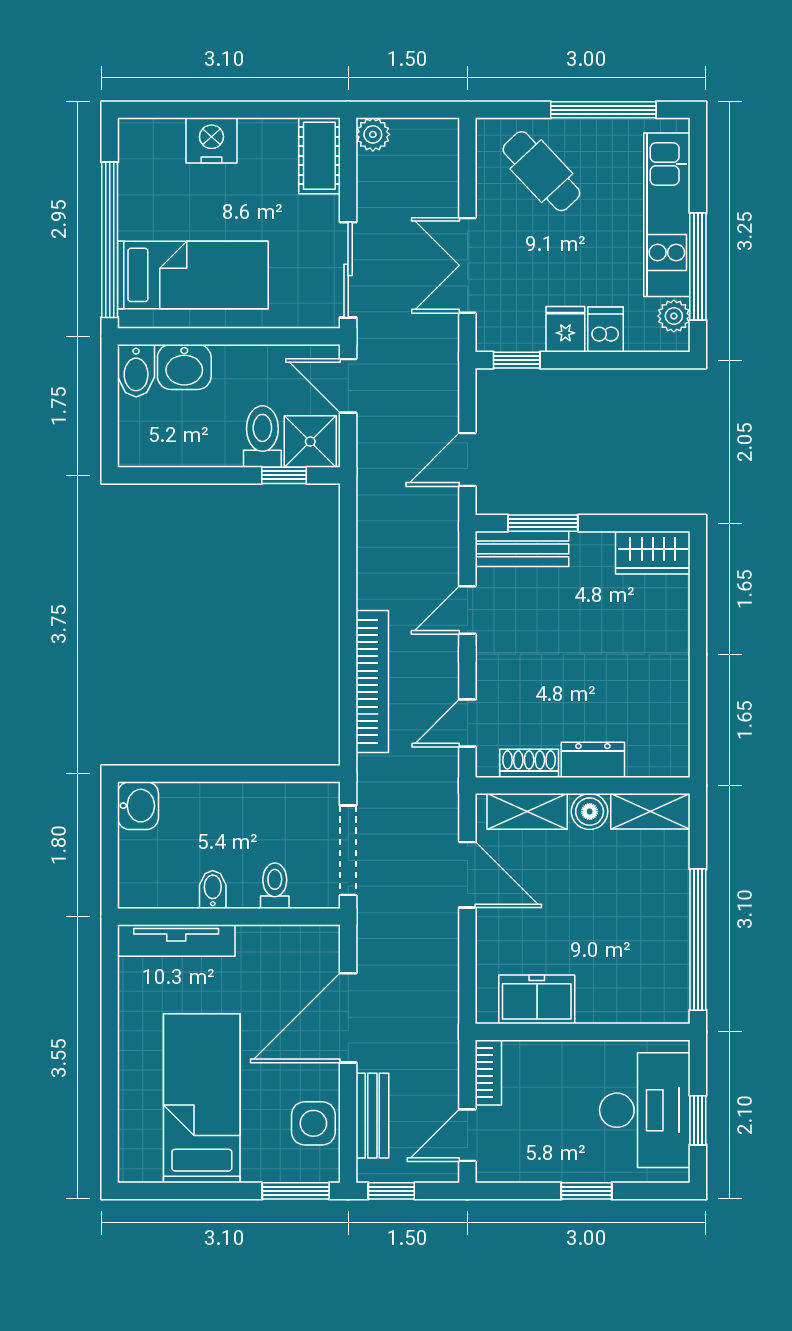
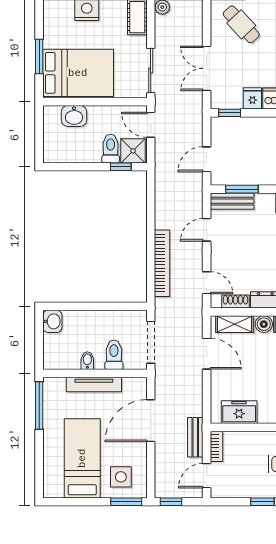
window: (110, 240) -> (39, 56), width x0.47
bed: (193, 275) -> (78, 73), width x1.50
bidet: (136, 371) -> (51, 118), removed
door: (467, 723) -> (207, 283), swing flipped
toilet: (275, 886) -> (114, 355), width x1.37, depth x1.39
tv unit: (176, 940) -> (94, 385), moved
window: (110, 985) -> (39, 406), added
bench: (372, 1116) -> (195, 437), moved
side table: (313, 1123) -> (121, 477), moved

